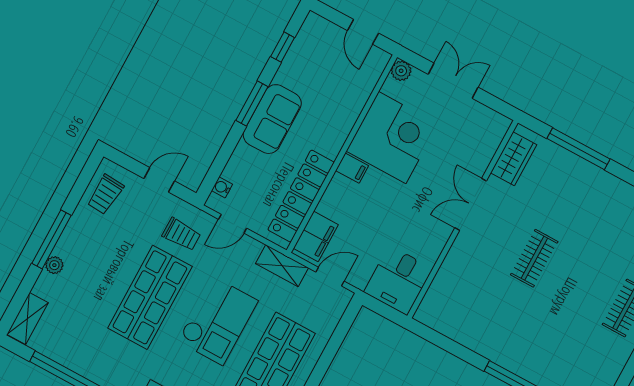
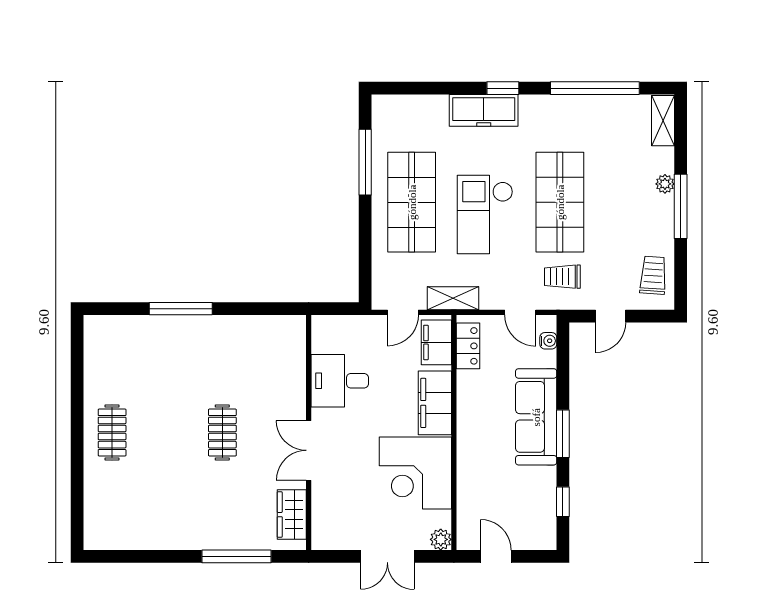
sofa: (272, 119) -> (536, 417), width x1.36
filing cabinet: (352, 168) -> (435, 403), width x3.00, depth x1.17
locker: (301, 196) -> (468, 346), width x0.46, depth x0.83
double door: (471, 204) -> (309, 450), swing flipped
door: (233, 224) -> (520, 312), swing flipped
desk: (398, 280) -> (340, 381), moved, turned -90

